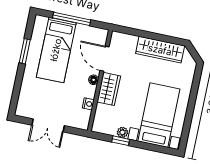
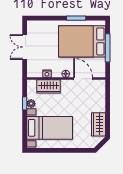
bed: (56, 50) -> (82, 41), width x1.50
wardrobe: (160, 50) -> (98, 124), width x0.67
door: (105, 59) -> (83, 79), hinge flipped
wardrobe: (109, 89) -> (49, 86), moved

